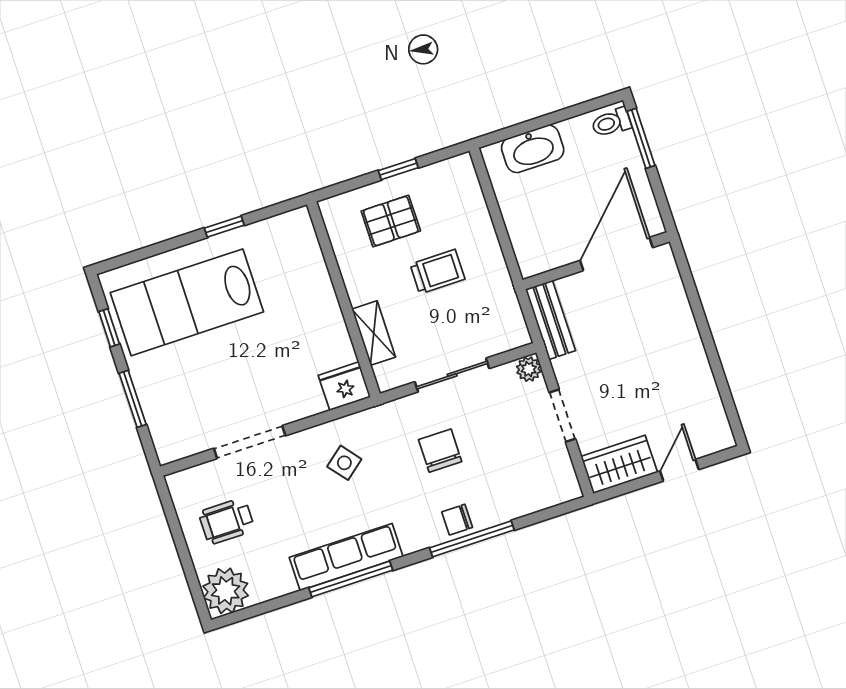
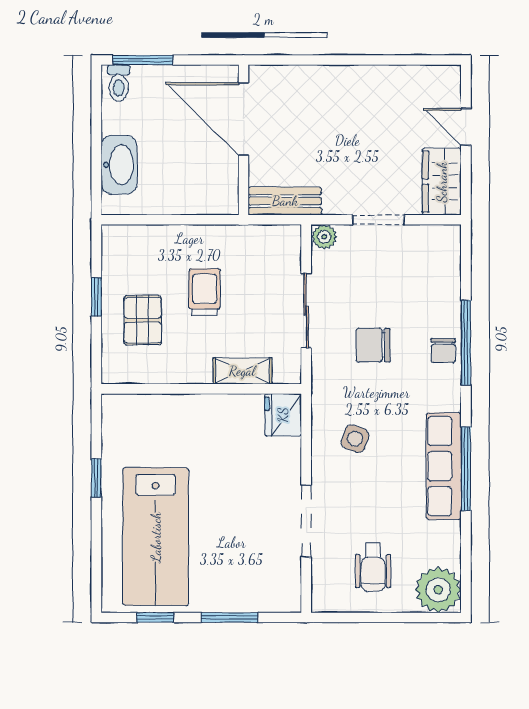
side table: (344, 463) -> (355, 439), turned -31

